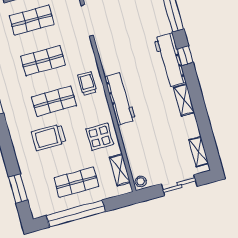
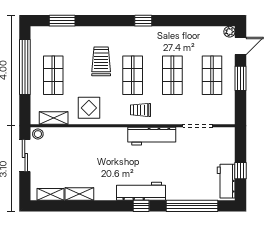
trolley: (87, 83) -> (140, 110), turned 180
workbench: (120, 99) -> (152, 136), moved
shelving: (184, 100) -> (79, 194), moved
sliding door: (179, 185) -> (25, 155), moved

